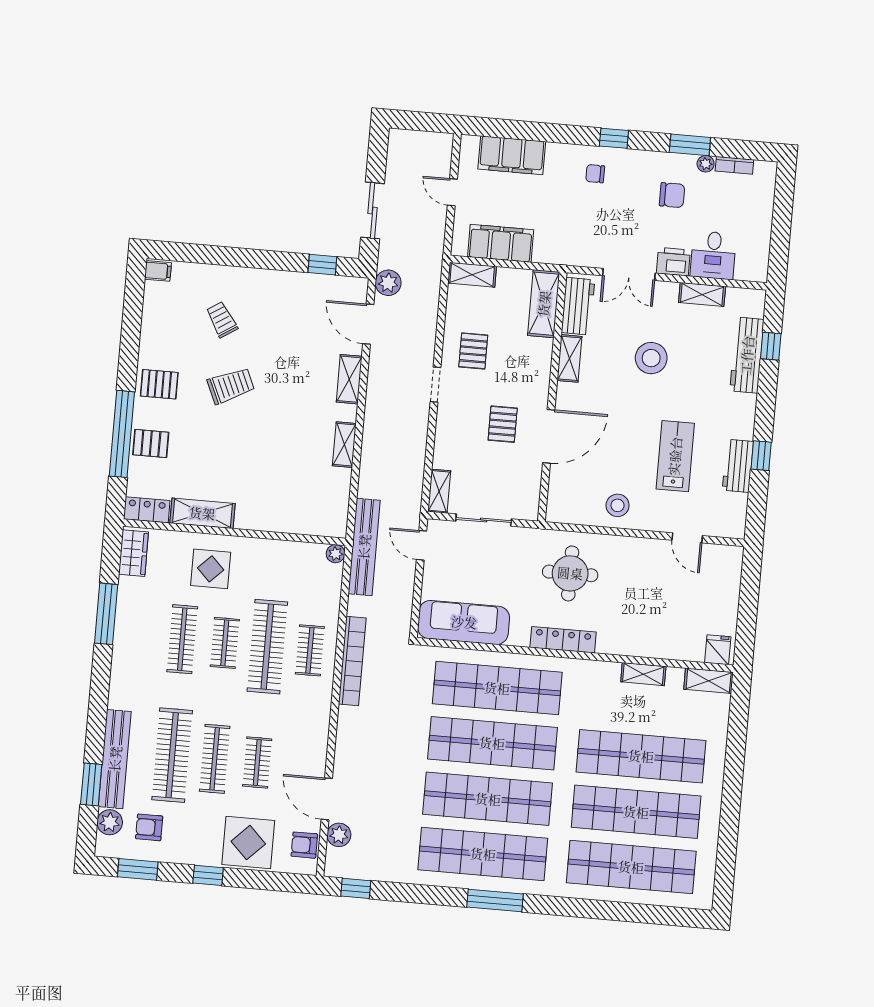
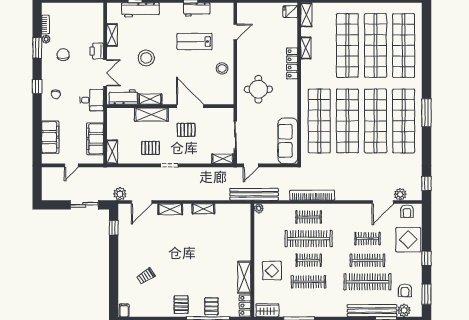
desk: (713, 255) -> (92, 100), moved
shelving: (544, 304) -> (151, 115), moved
trolley: (231, 386) -> (179, 269), removed
locker: (563, 640) -> (292, 63), moved

